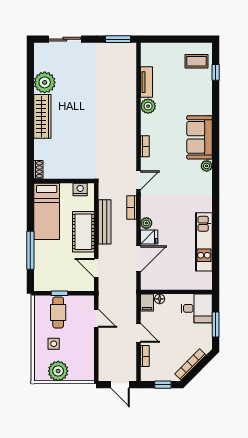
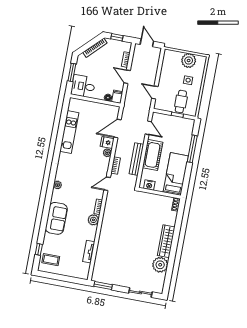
plant: (148, 106) -> (93, 220), moved
sofa: (200, 137) -> (56, 218), moved

